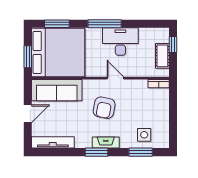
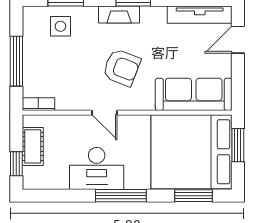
armchair: (104, 108) -> (122, 68), turned 100
window: (173, 112) -> (16, 61), added
door: (28, 114) -> (238, 40), moved

